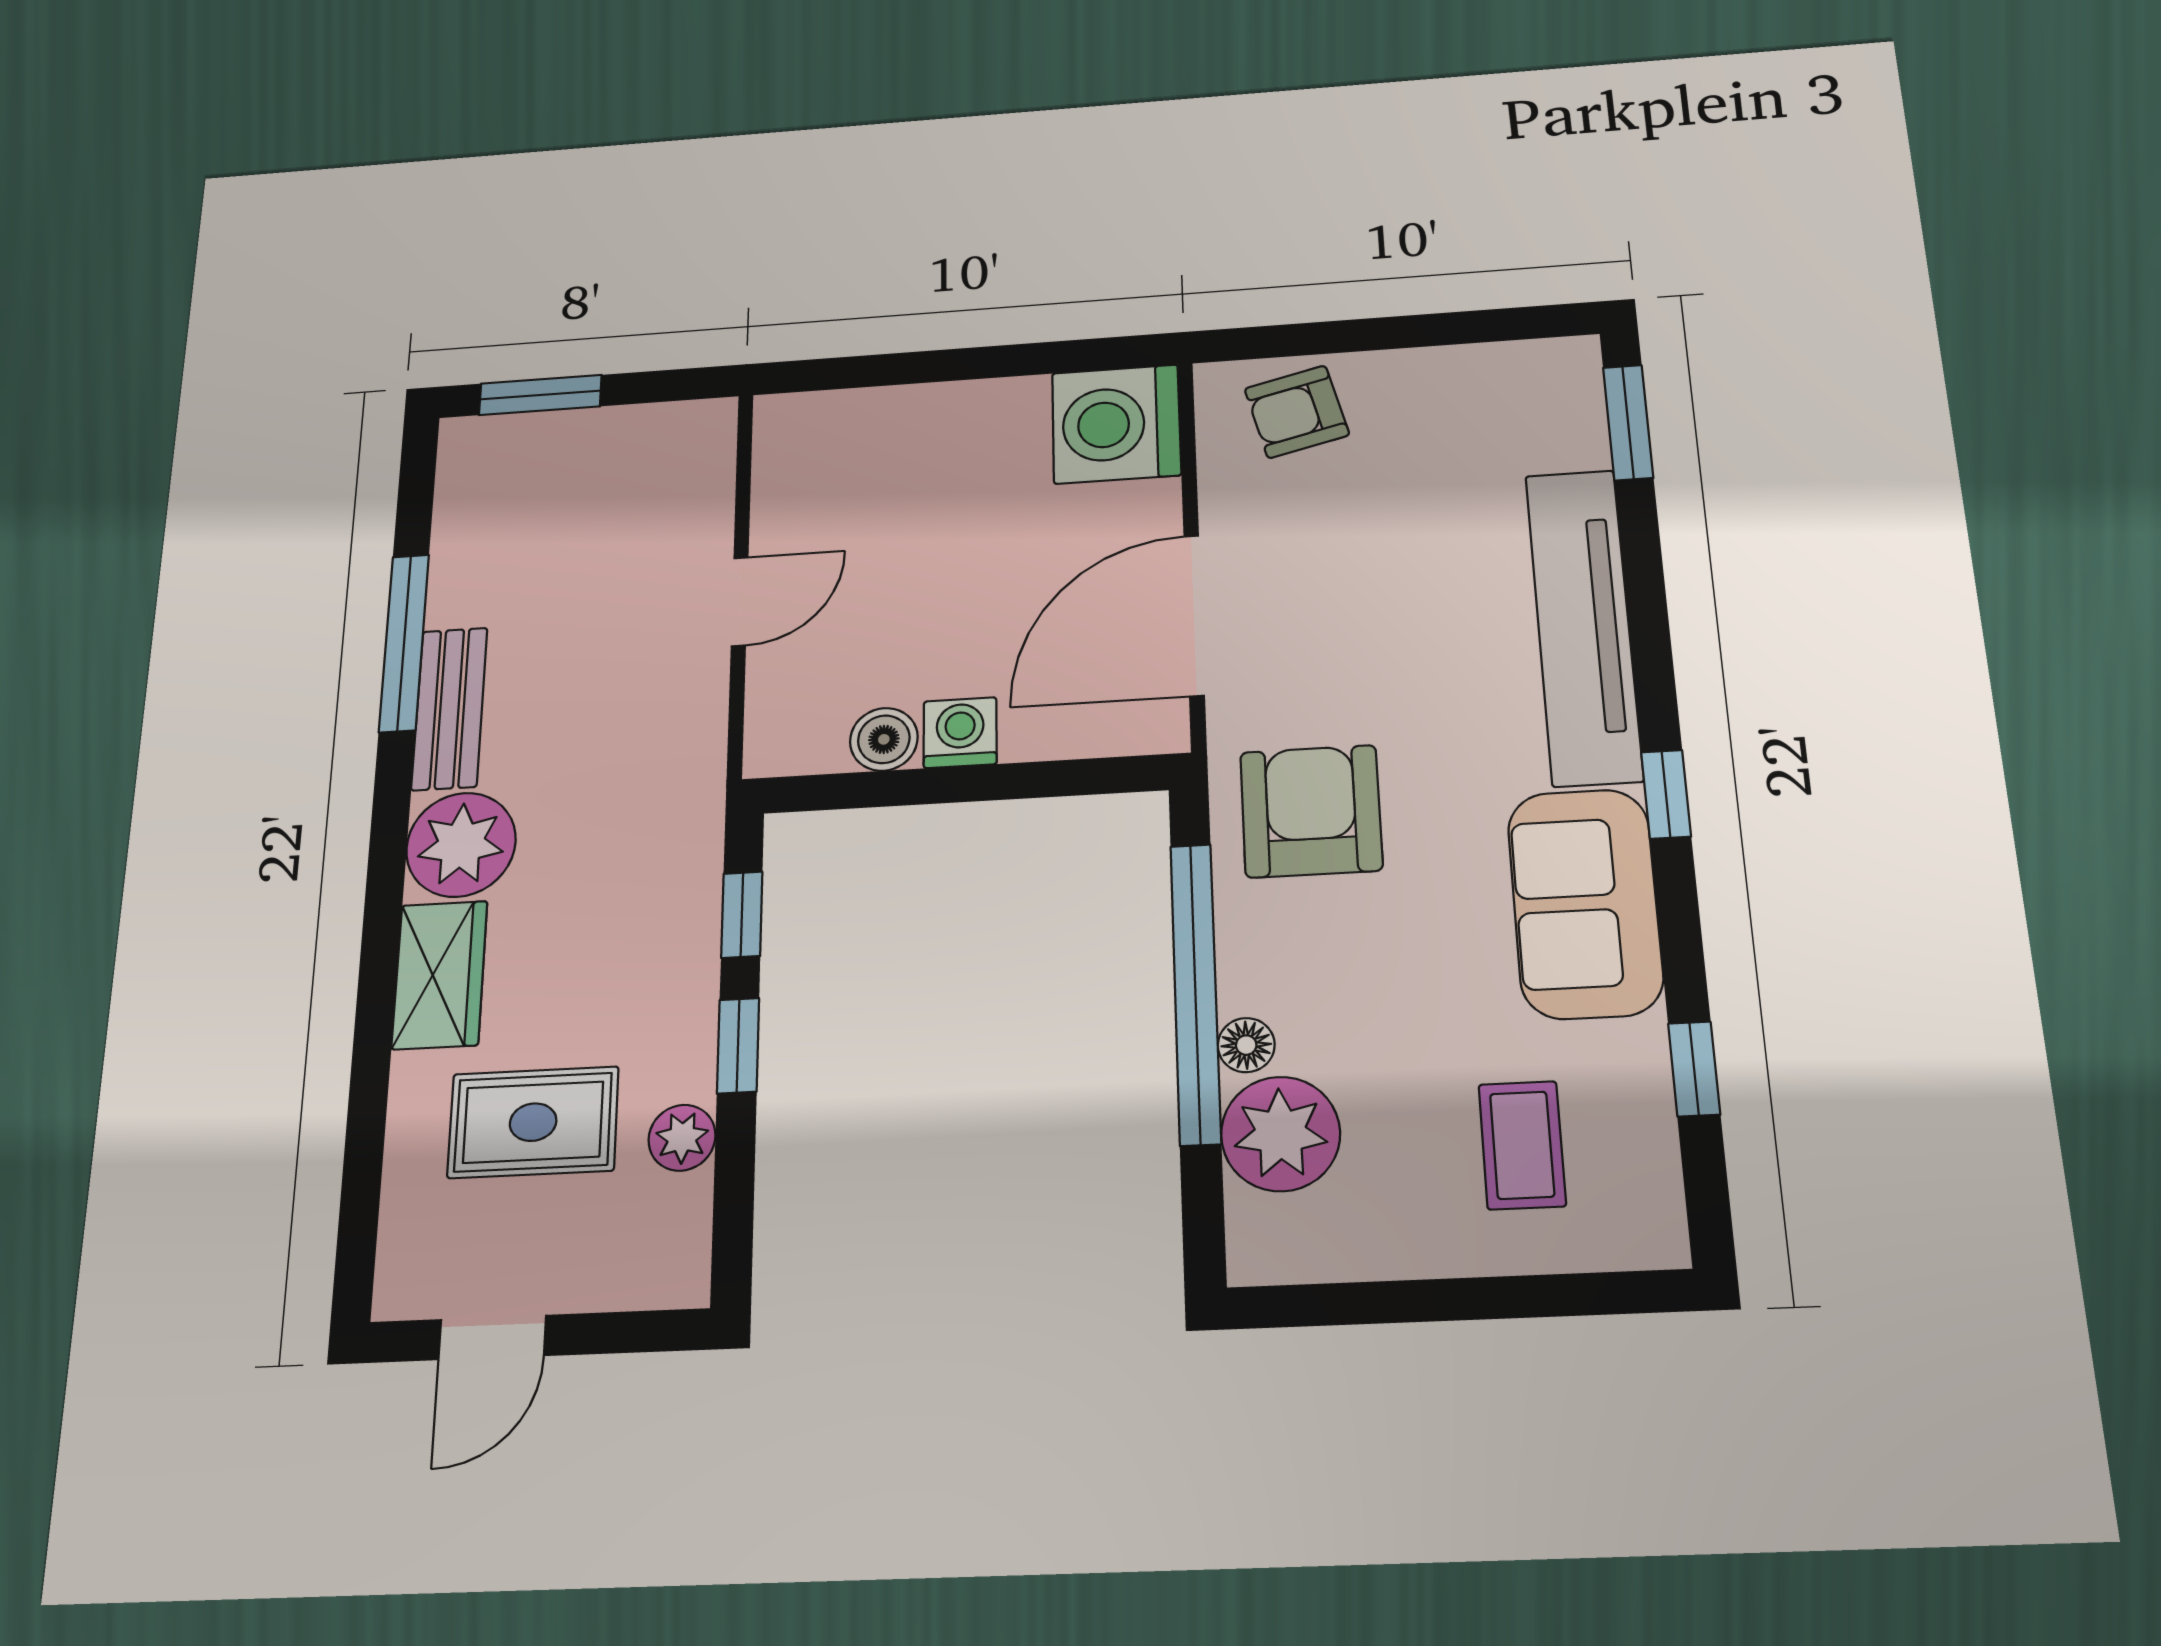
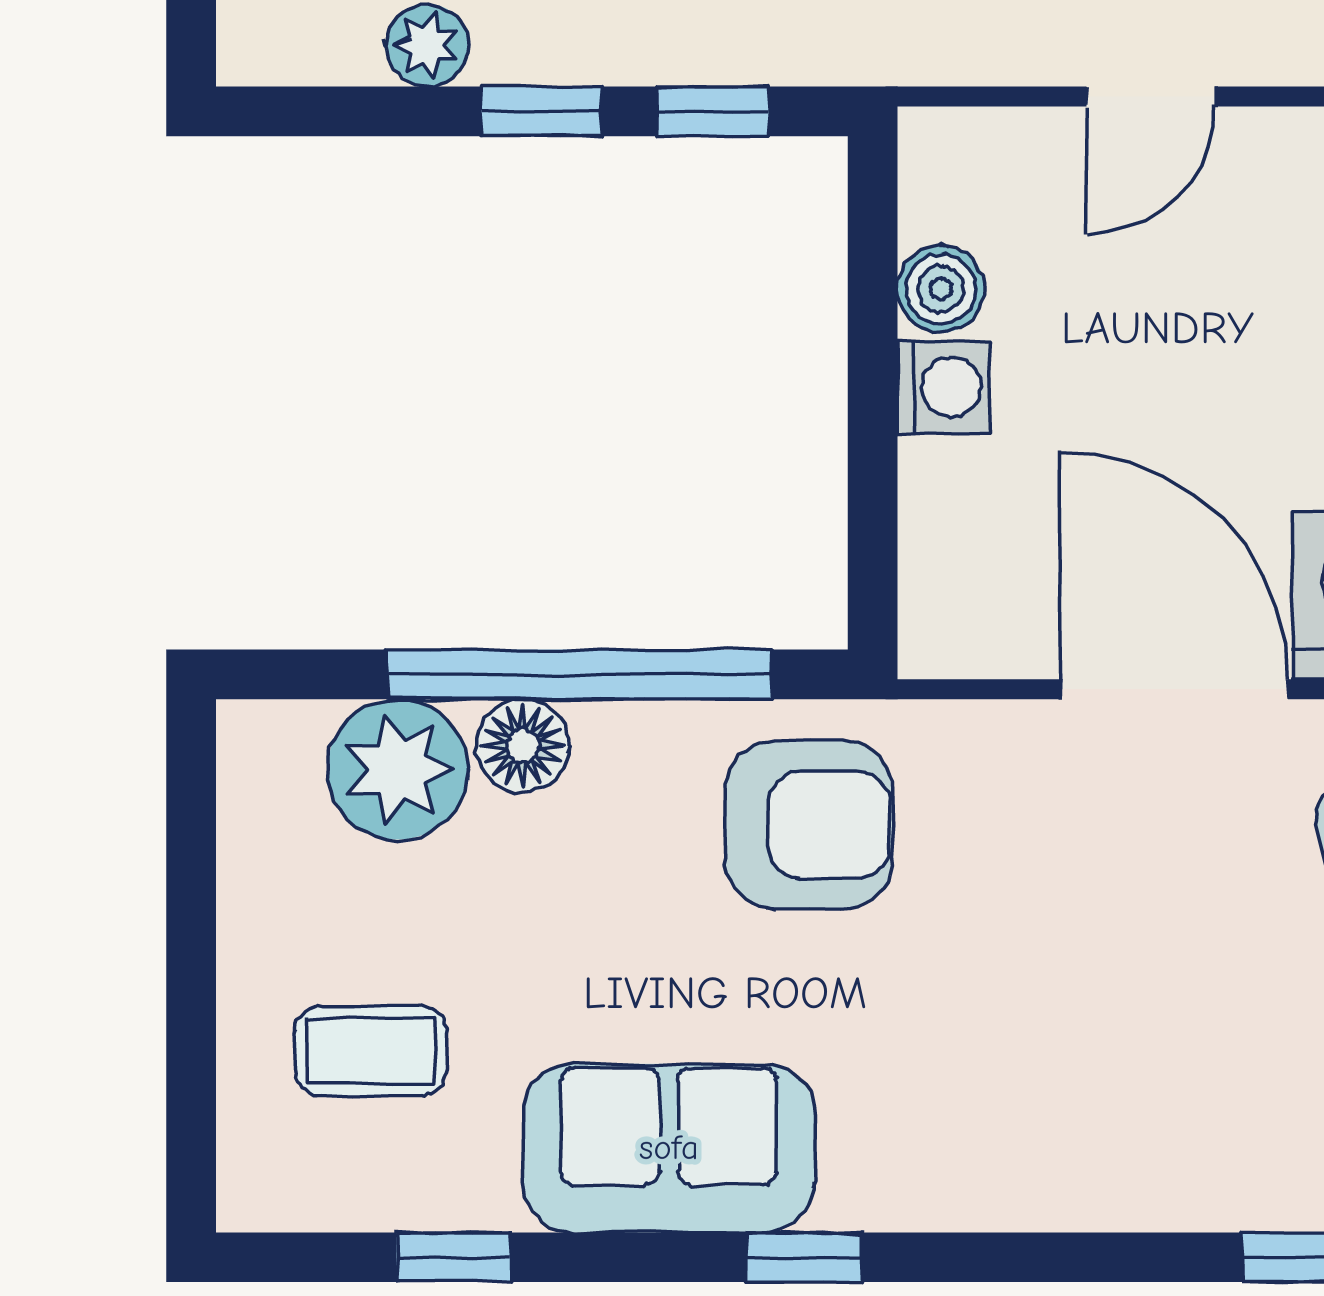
door: (740, 602) -> (1151, 97), hinge flipped
door: (1194, 615) -> (1174, 689), moved
tv unit: (1583, 626) -> (1040, 1177), removed
floor lamp: (1246, 1045) -> (523, 746), width x1.37, depth x1.37

